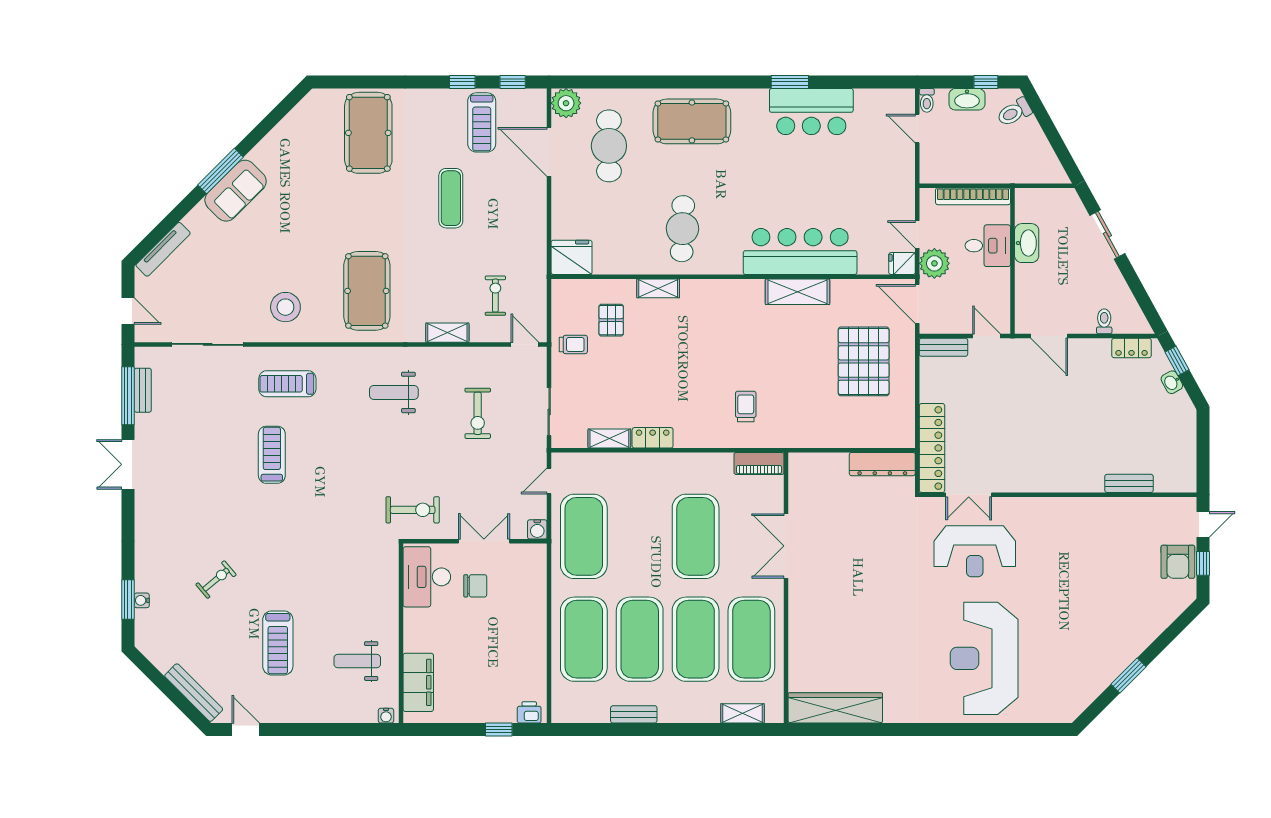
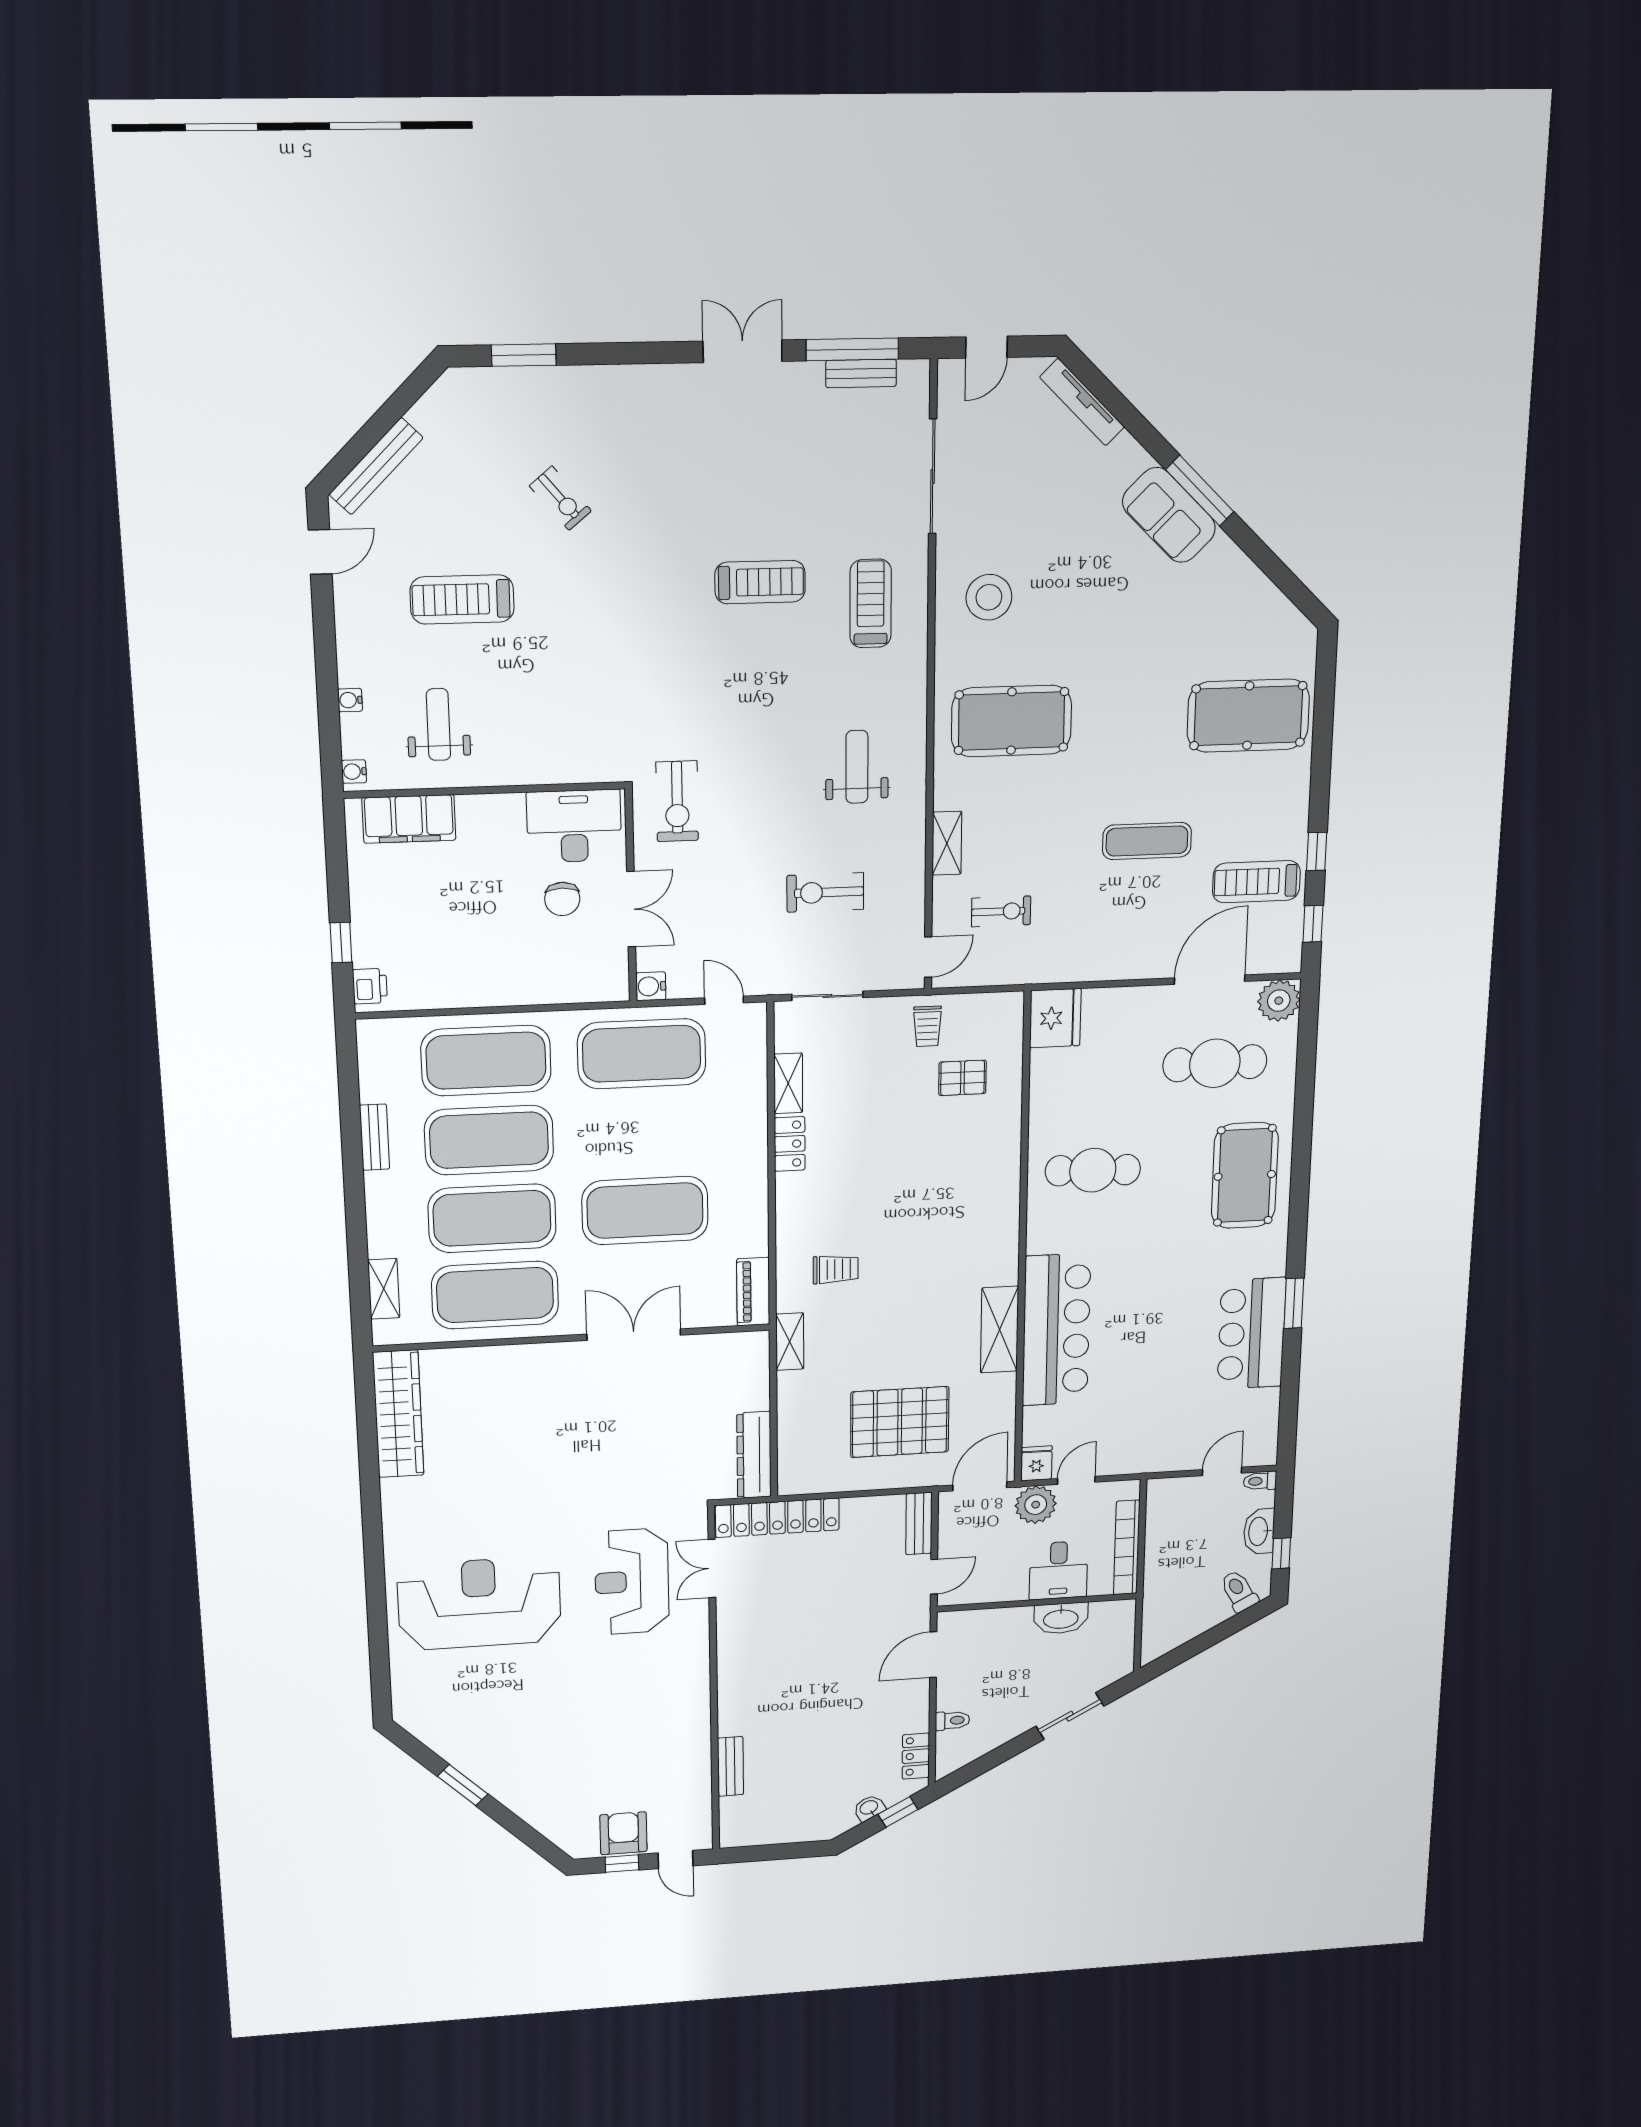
shelving: (658, 288) -> (790, 1342), moved
armchair: (1178, 562) -> (623, 1833), turned 90
water cooler: (142, 600) -> (350, 700), moved, turned -90

